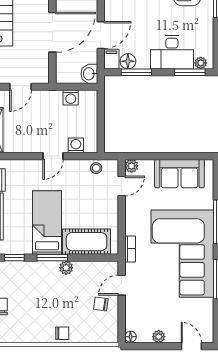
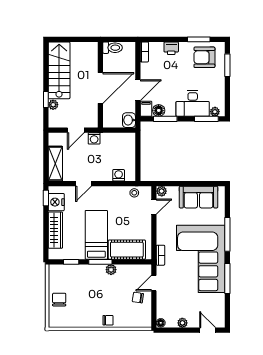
washing machine: (71, 98) -> (94, 138), moved
door: (53, 156) -> (83, 184), moved

